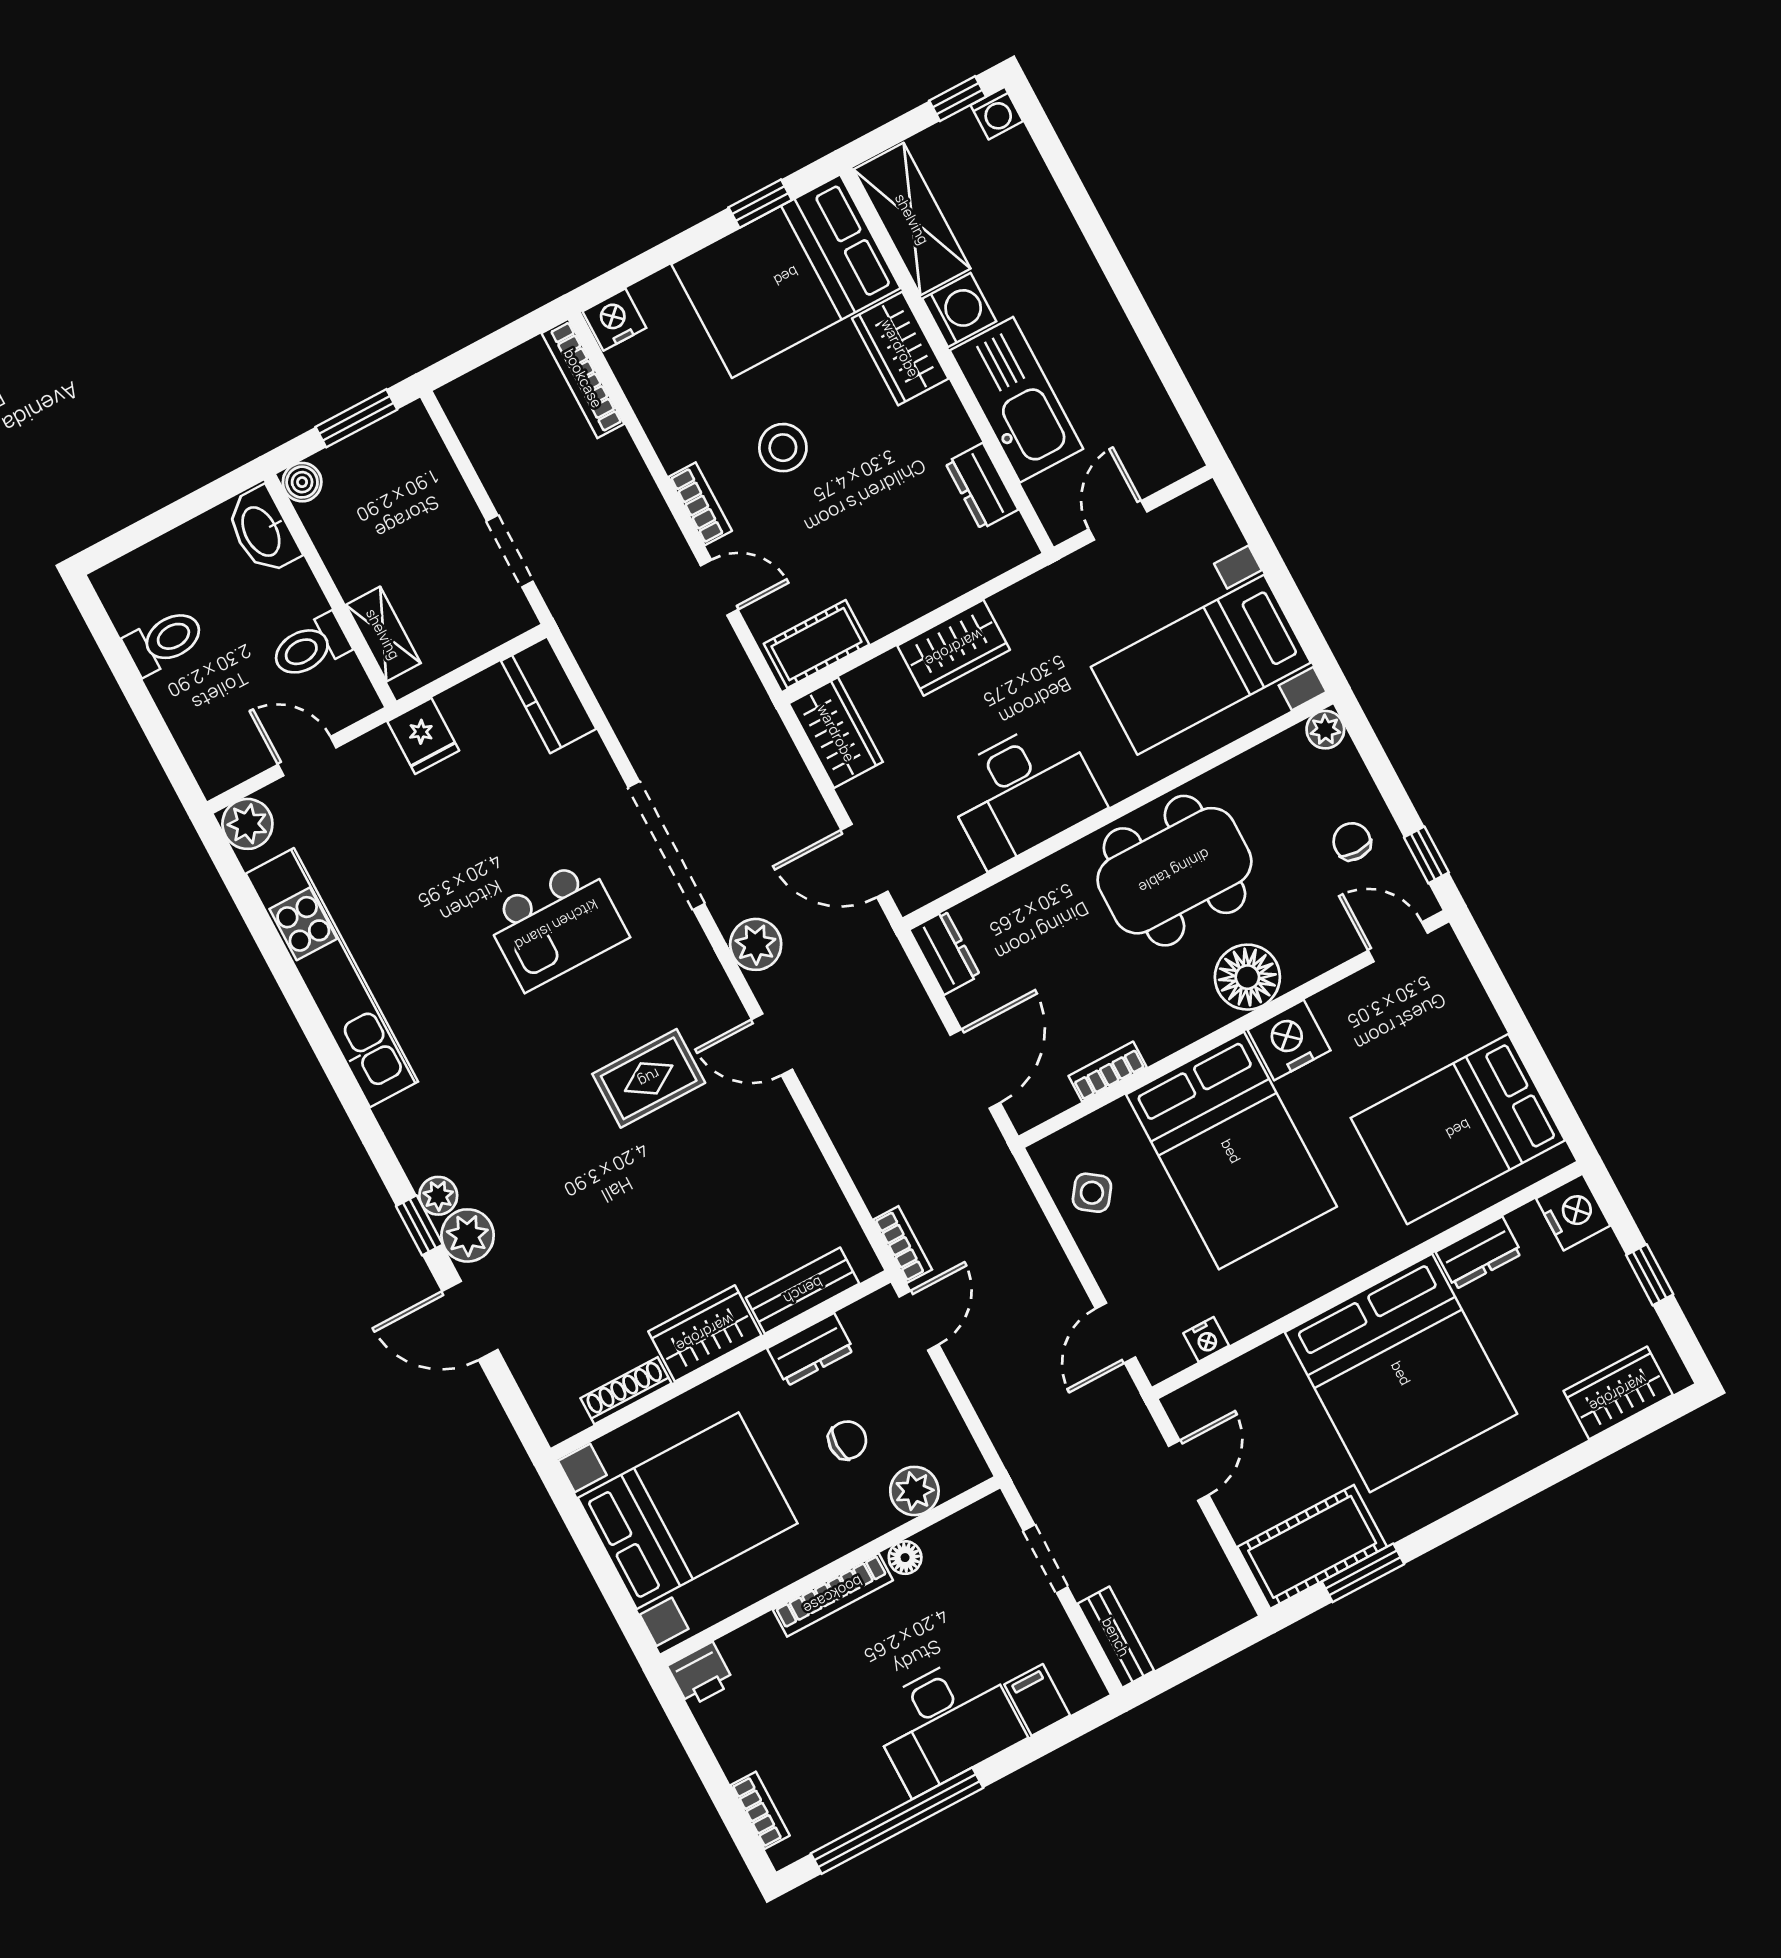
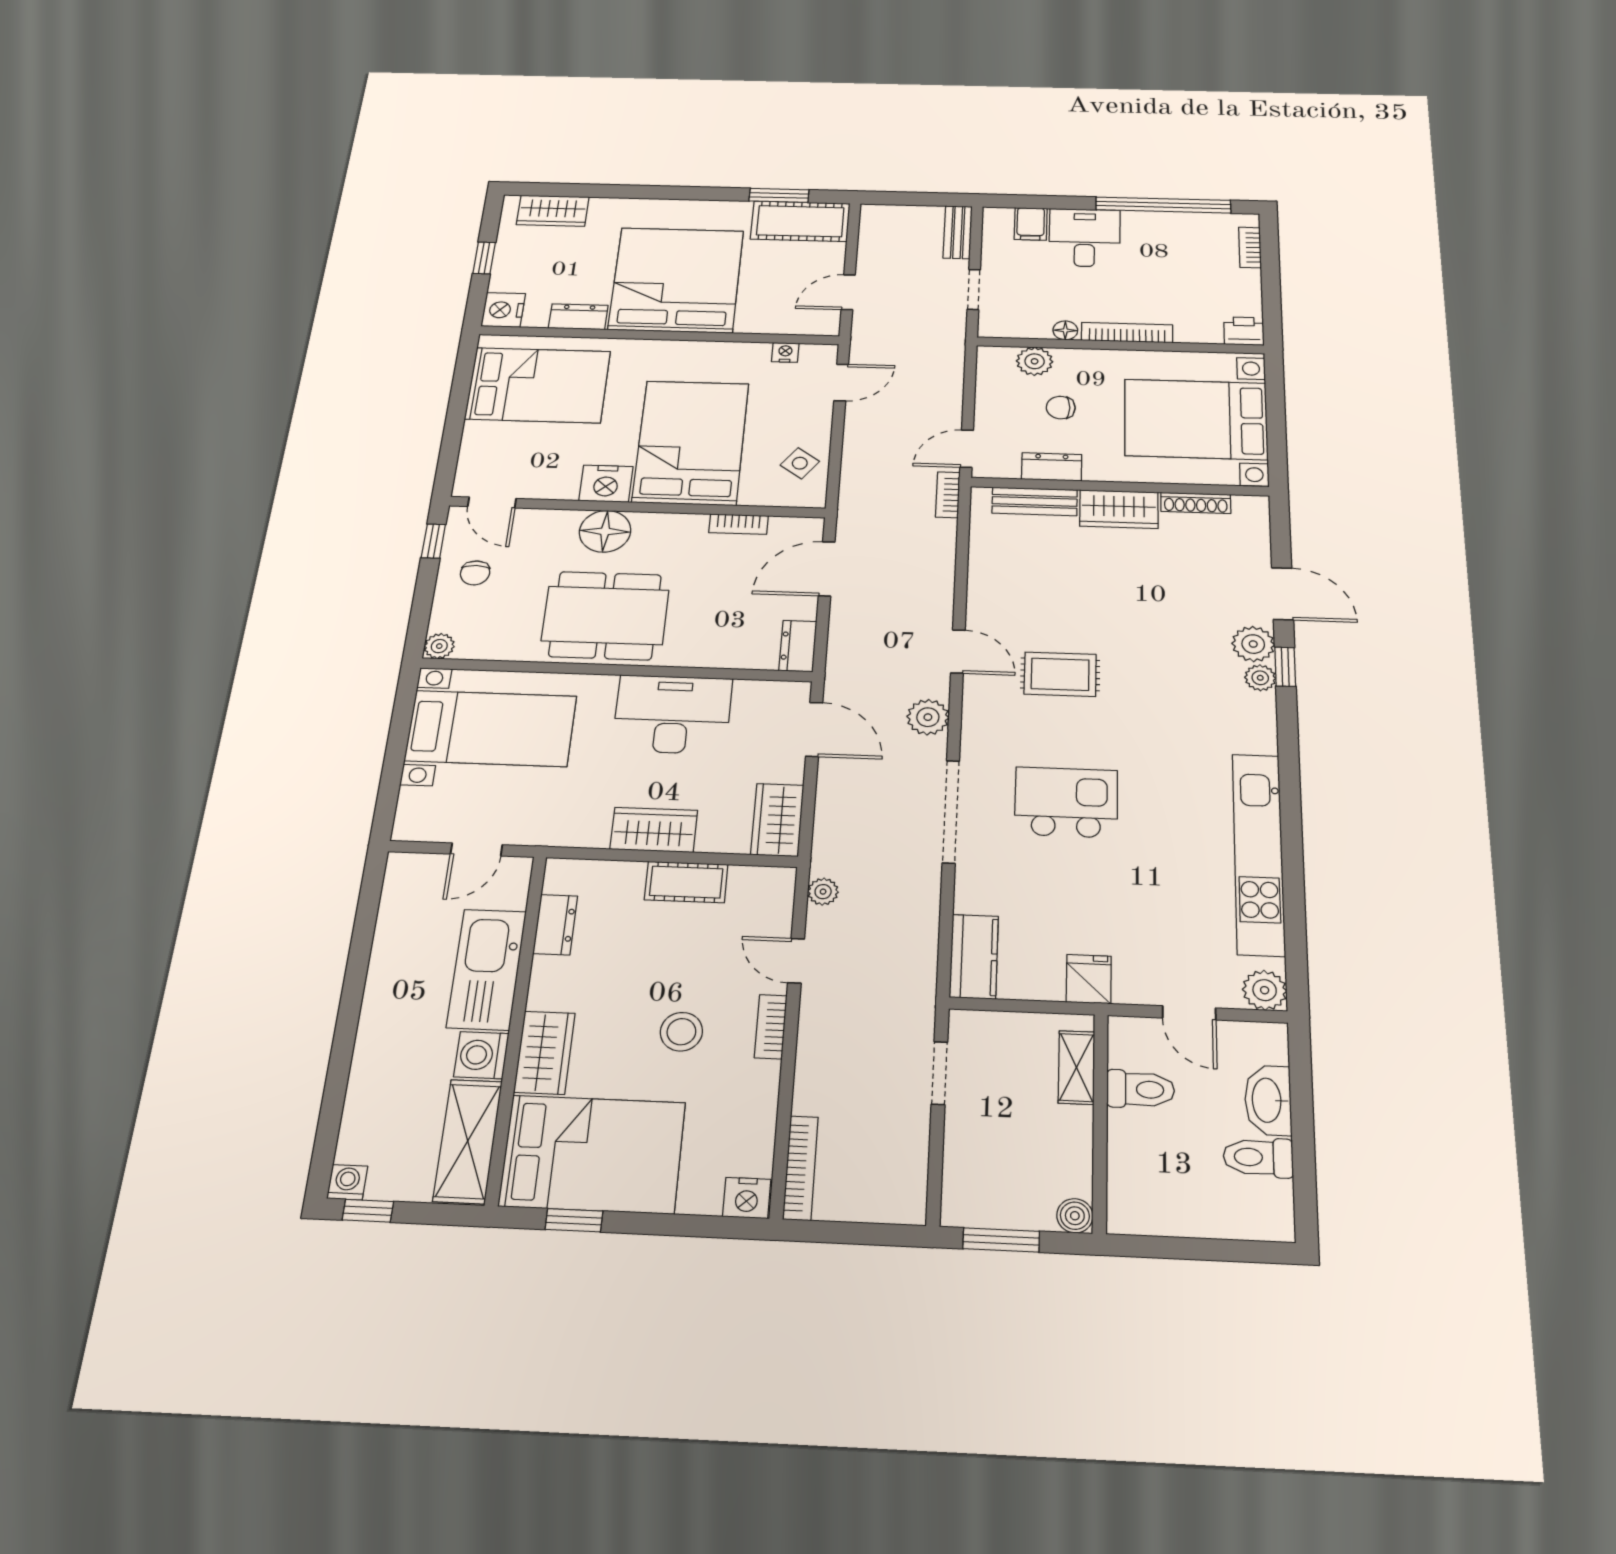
washbasin: (262, 531) -> (1268, 1100), moved, turned 180
cot: (816, 644) -> (686, 882), moved
plant: (740, 679) -> (823, 892), added
desk: (946, 1723) -> (1085, 238), width x0.73

